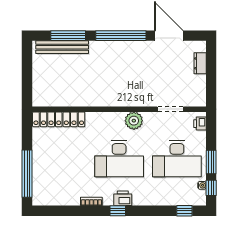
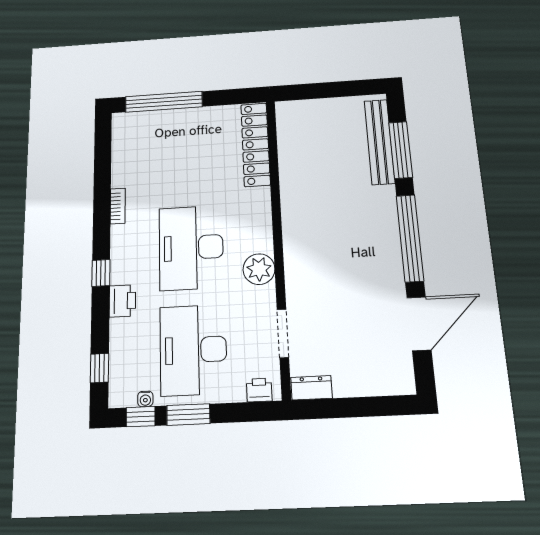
dresser: (200, 63) -> (311, 388), moved
printer: (123, 198) -> (122, 301), moved
window: (118, 211) -> (101, 273), moved

